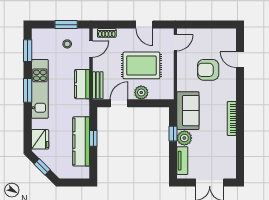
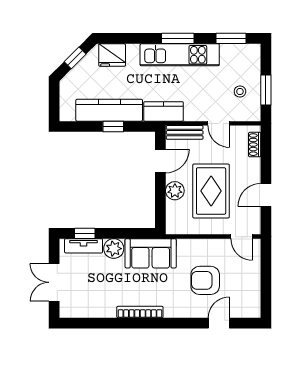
door: (91, 49) -> (219, 123), moved
armchair: (208, 70) -> (205, 280), turned -90
kitchen counter: (82, 84) -> (164, 111), moved
door: (119, 103) -> (160, 161), hinge flipped
window: (173, 134) -> (85, 233), moved

